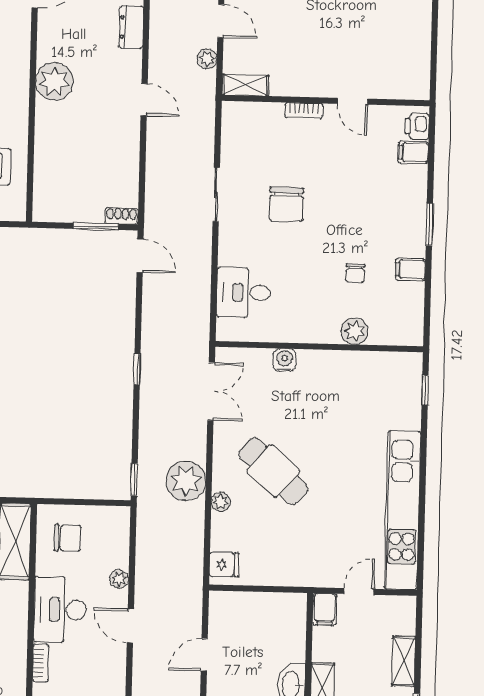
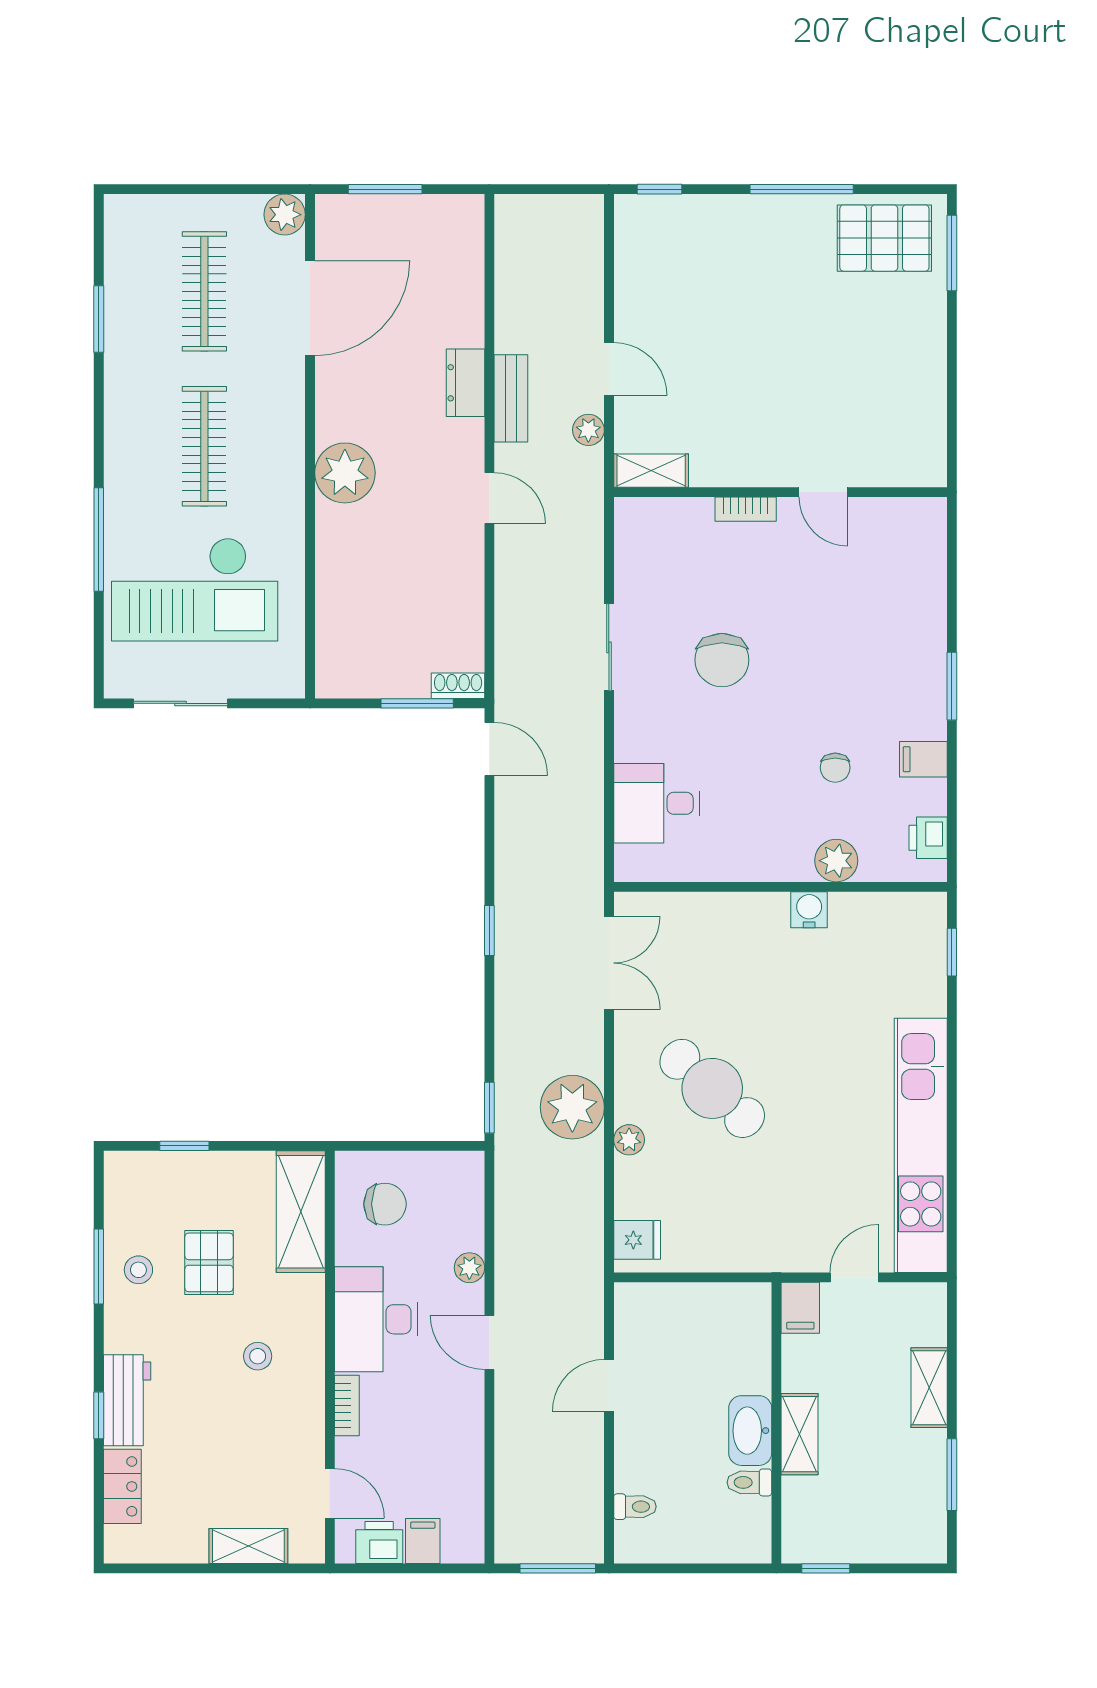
bench: (159, 38) -> (511, 398), added
printer: (417, 126) -> (928, 838), moved
filing cabinet: (413, 152) -> (923, 571), removed
water cooler: (284, 360) -> (809, 910), moved

